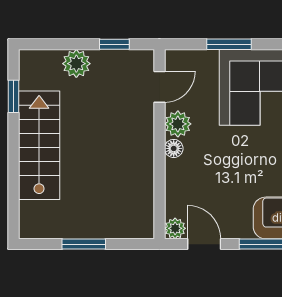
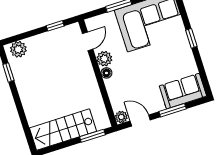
plant: (76, 64) -> (18, 49), moved
stairs: (39, 145) -> (63, 130), moved, turned -90
window: (84, 244) -> (93, 136), moved

